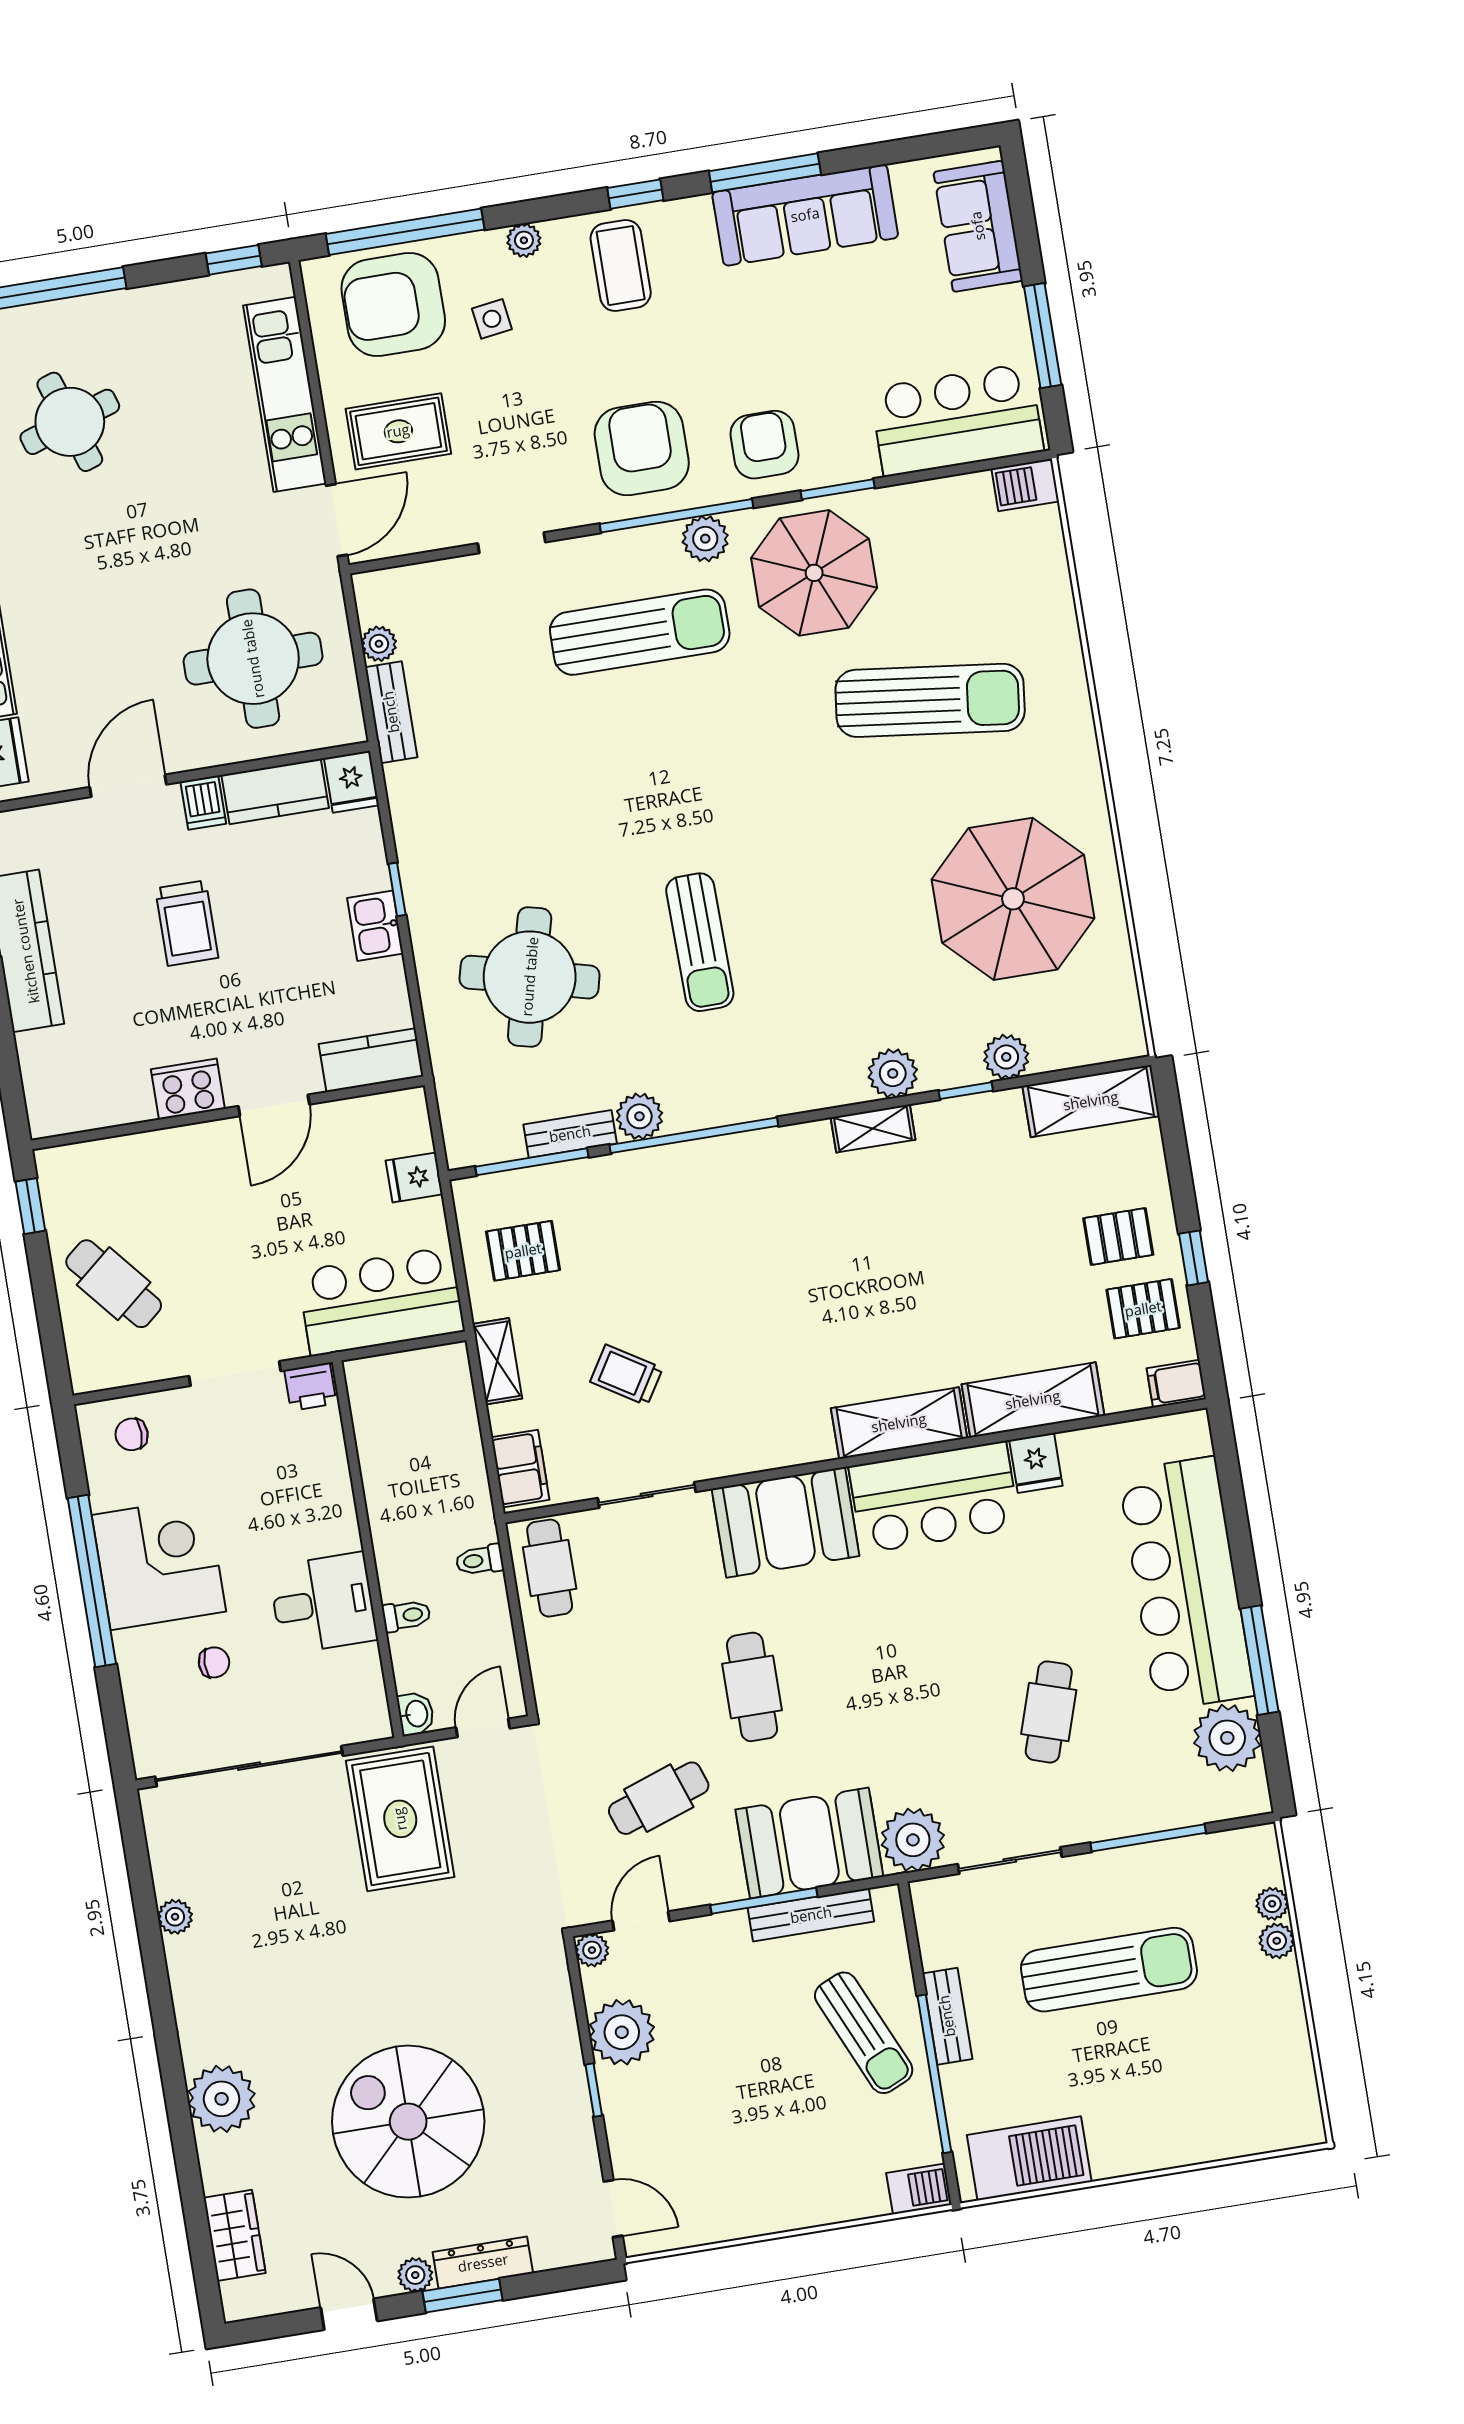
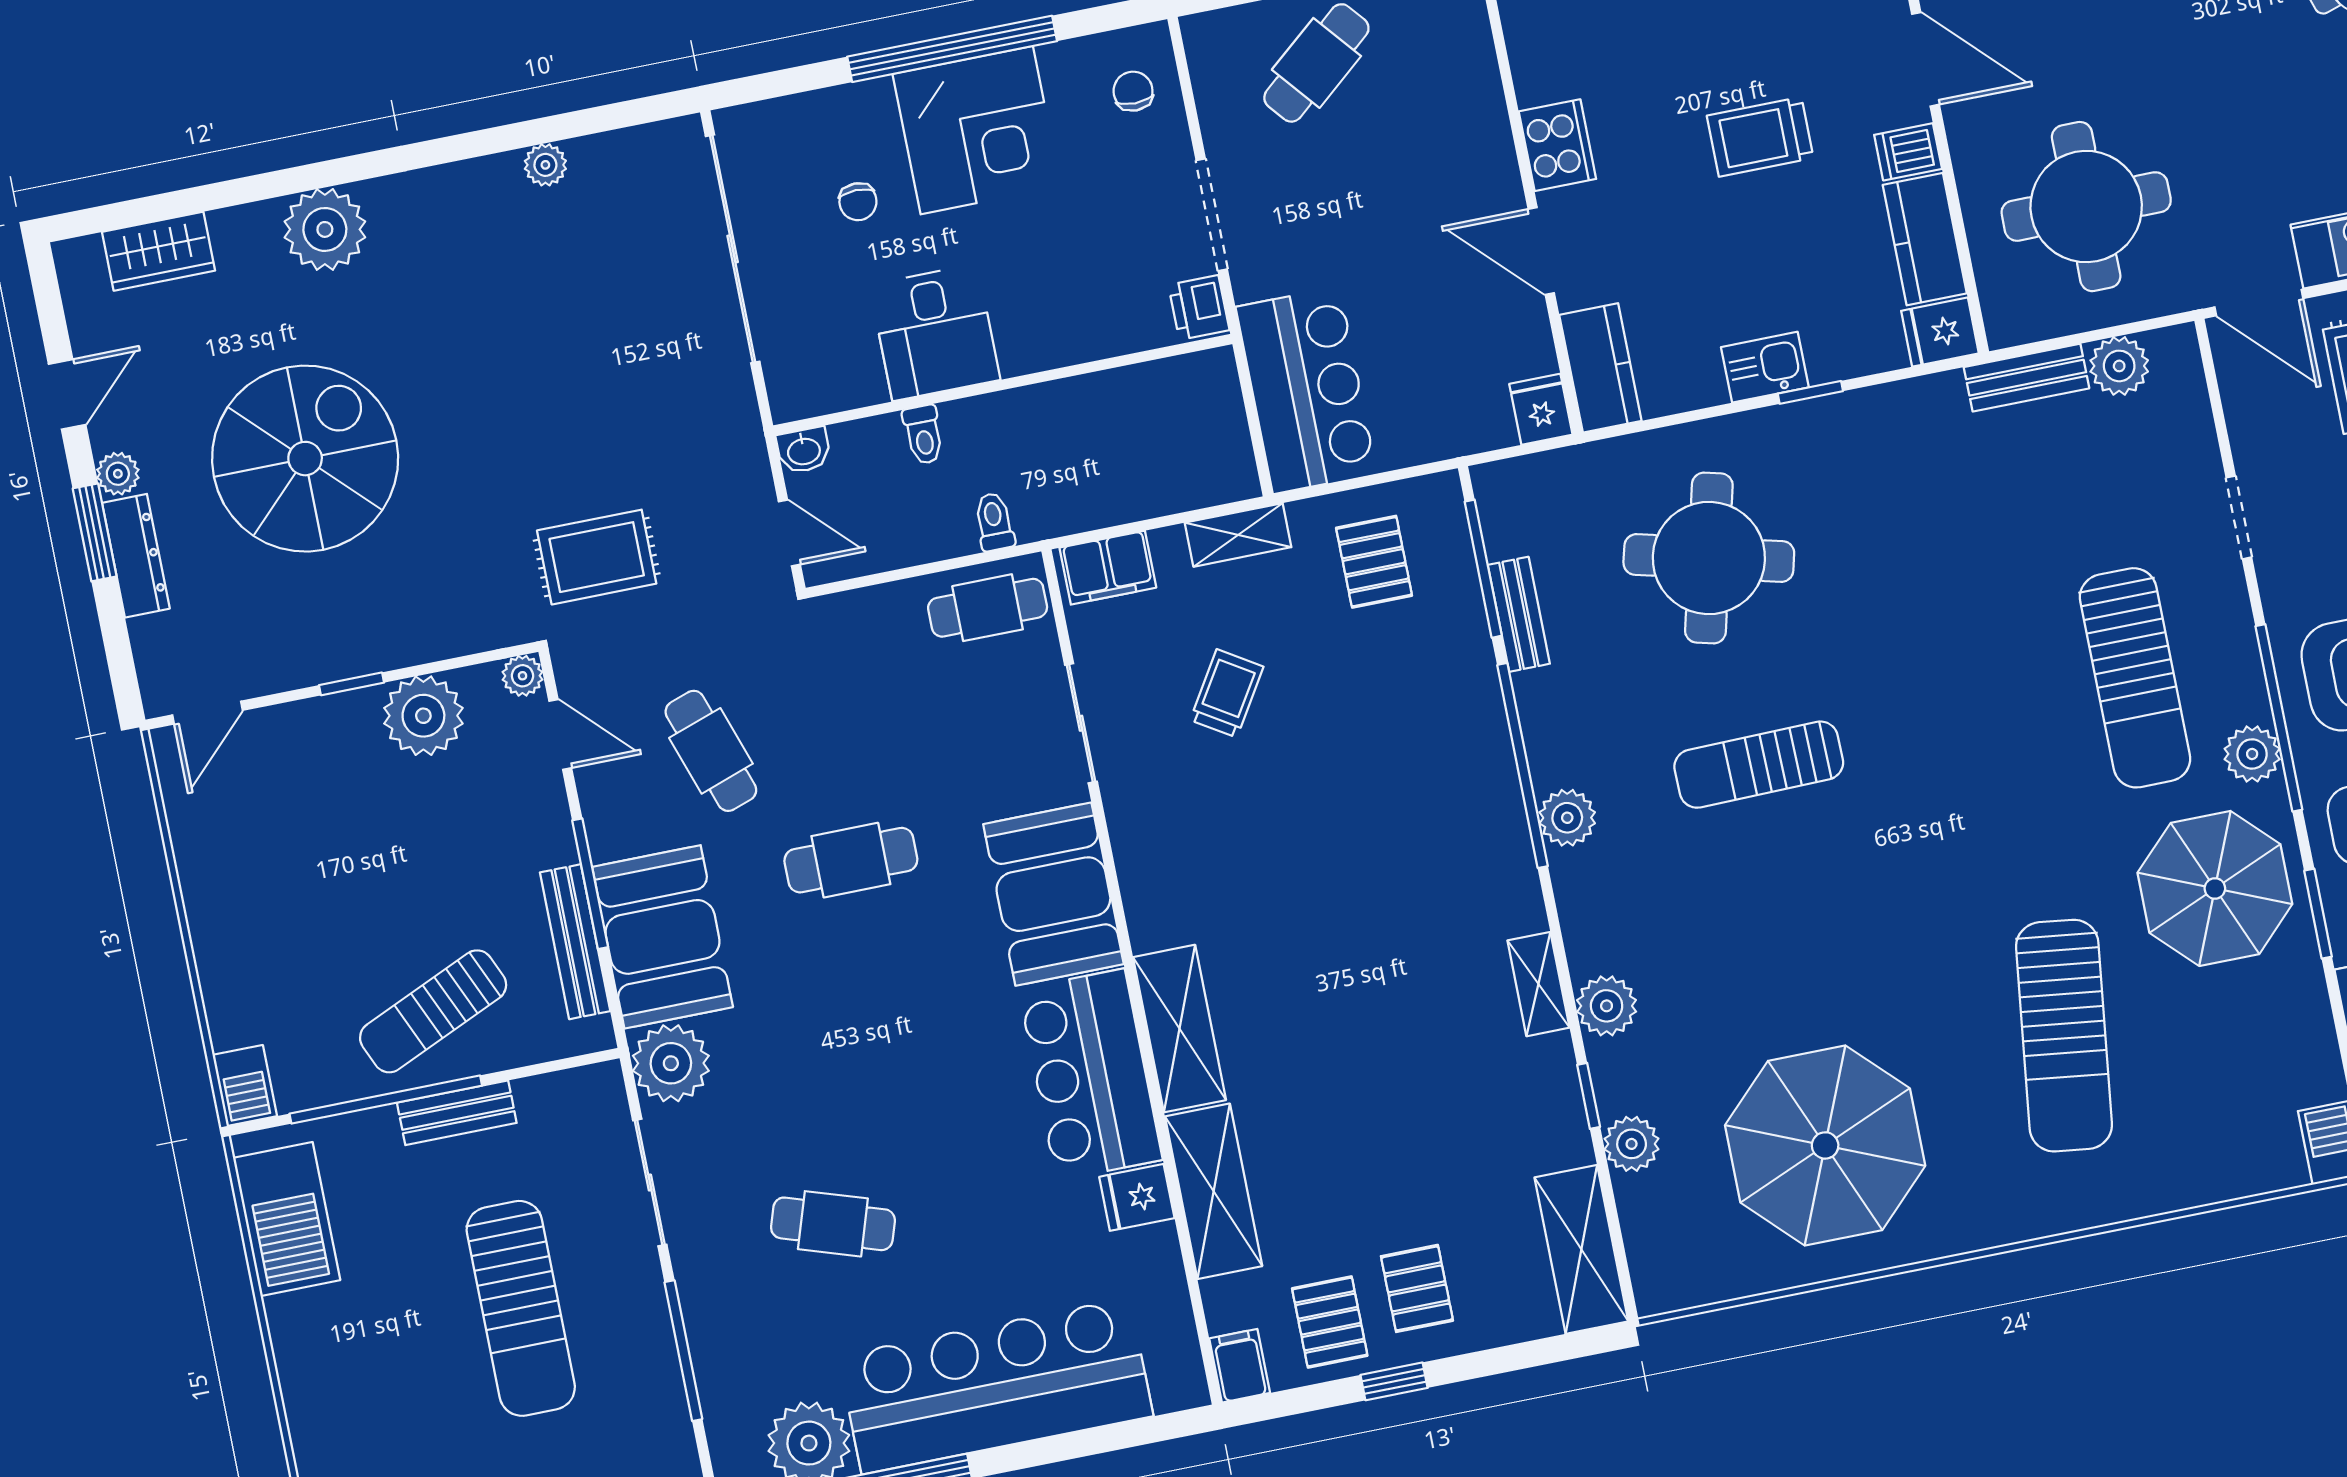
plant: (379, 644) -> (2119, 366), width x1.38, depth x1.38
plant: (639, 1116) -> (1567, 818), moved
fridge: (414, 1177) -> (1541, 409), moved
rug: (400, 1819) -> (597, 557), moved, width x0.73, depth x0.70

